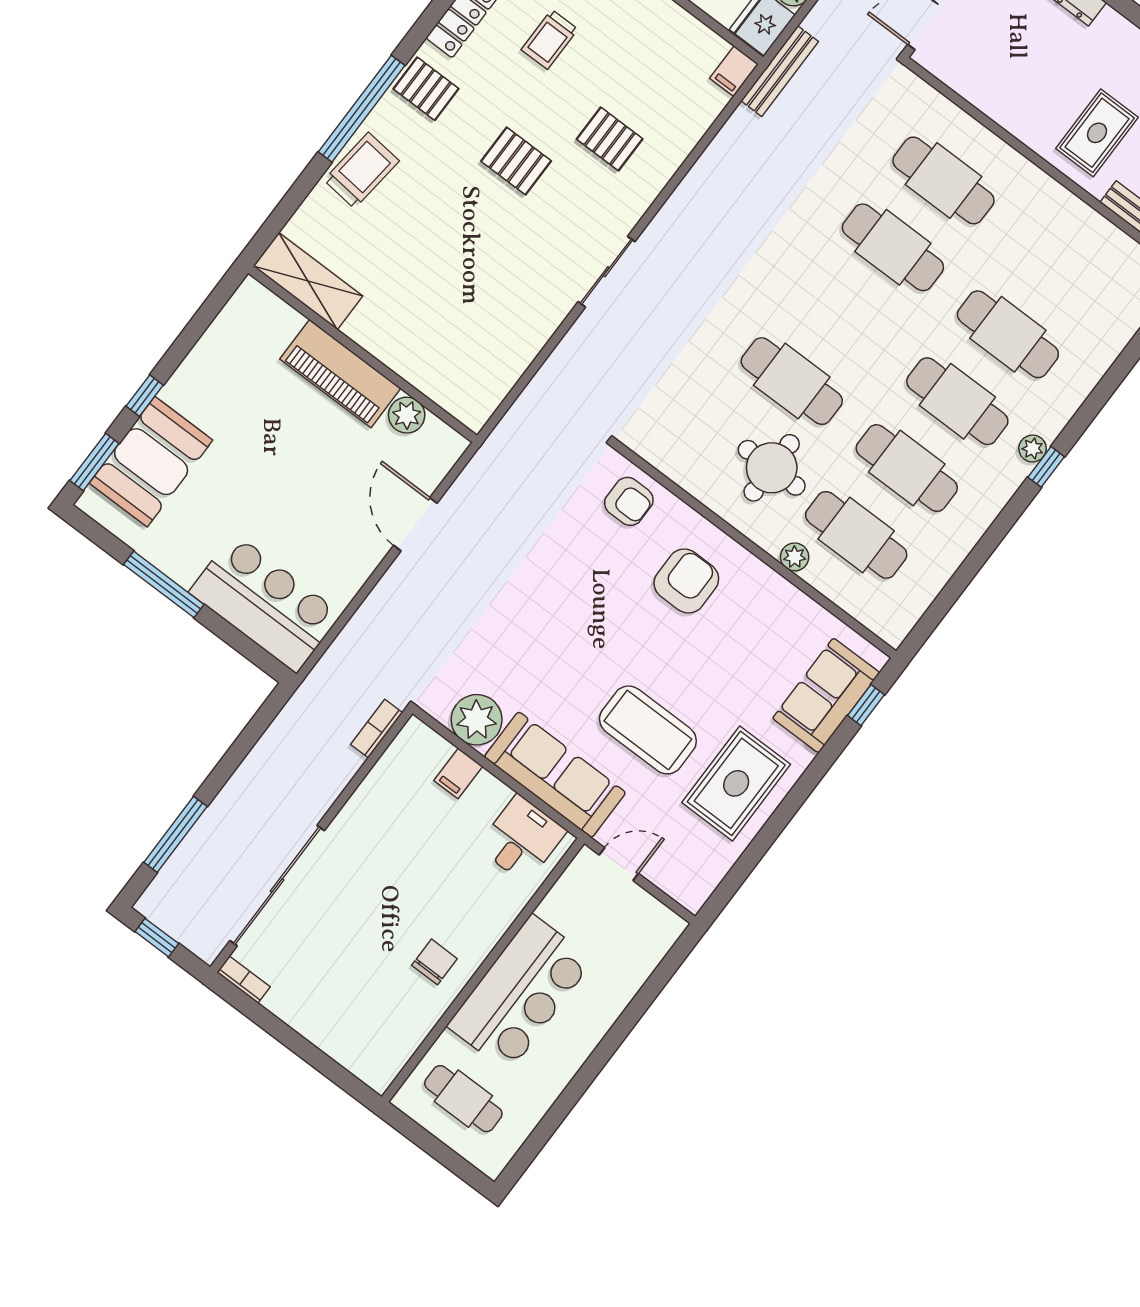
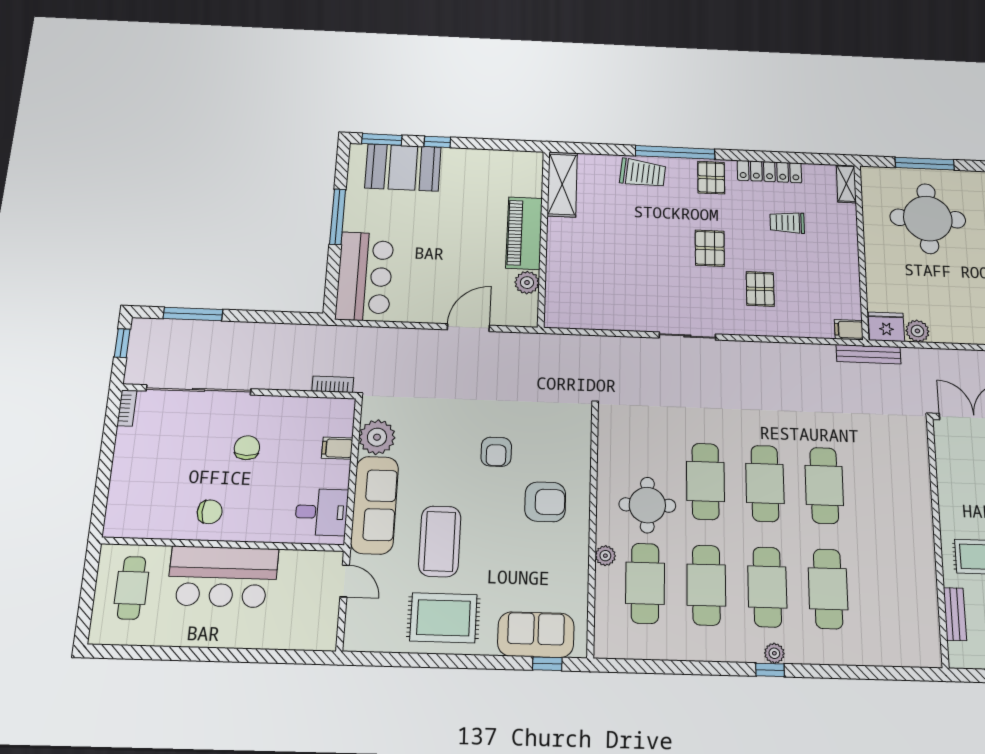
cafe table: (943, 180) -> (765, 483), moved
armchair: (629, 501) -> (496, 452), moved
chair: (387, 874) -> (247, 448), added

